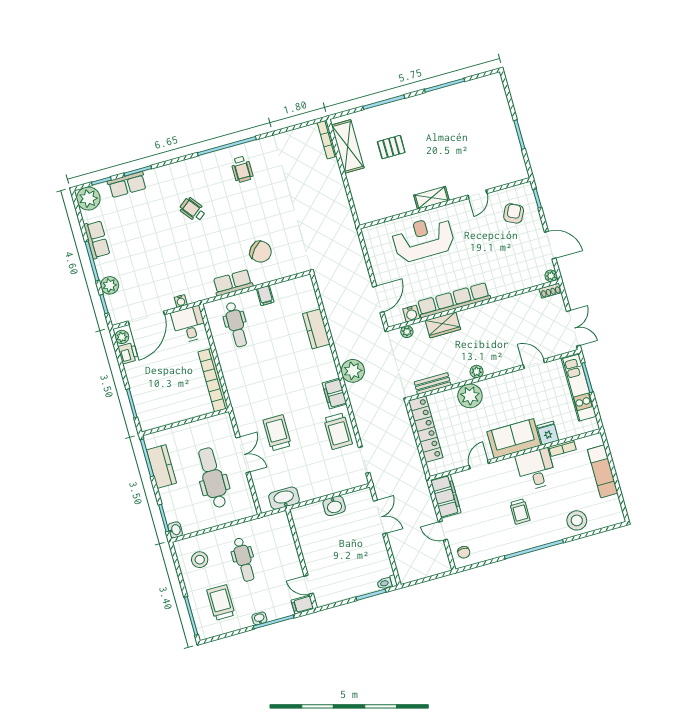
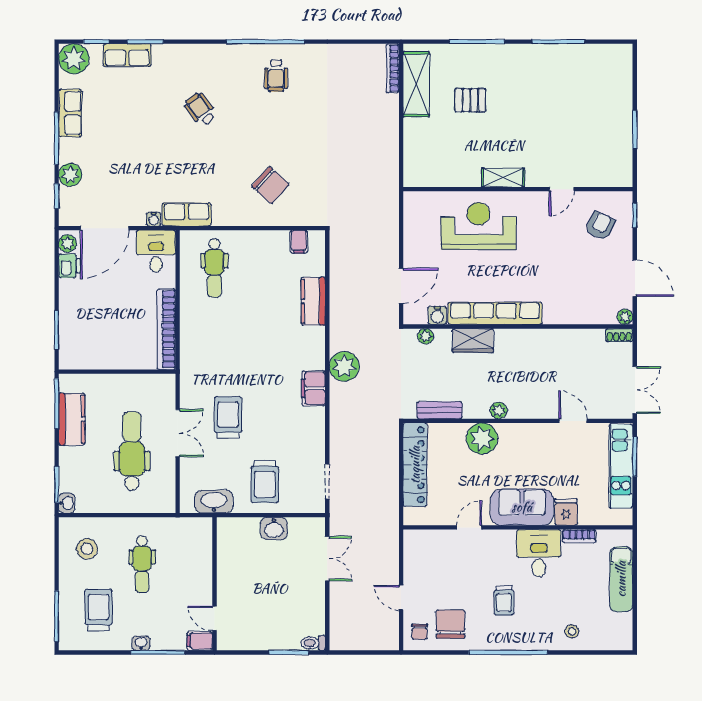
row of seats: (233, 283) -> (187, 214), moved
filing cabinet: (265, 296) -> (299, 242), moved
trolley: (338, 431) -> (265, 481), moved
filing cabinet: (446, 496) -> (417, 555), removed
stool: (577, 520) -> (572, 631), width x0.53, depth x0.53
chair: (485, 540) -> (450, 624), added

